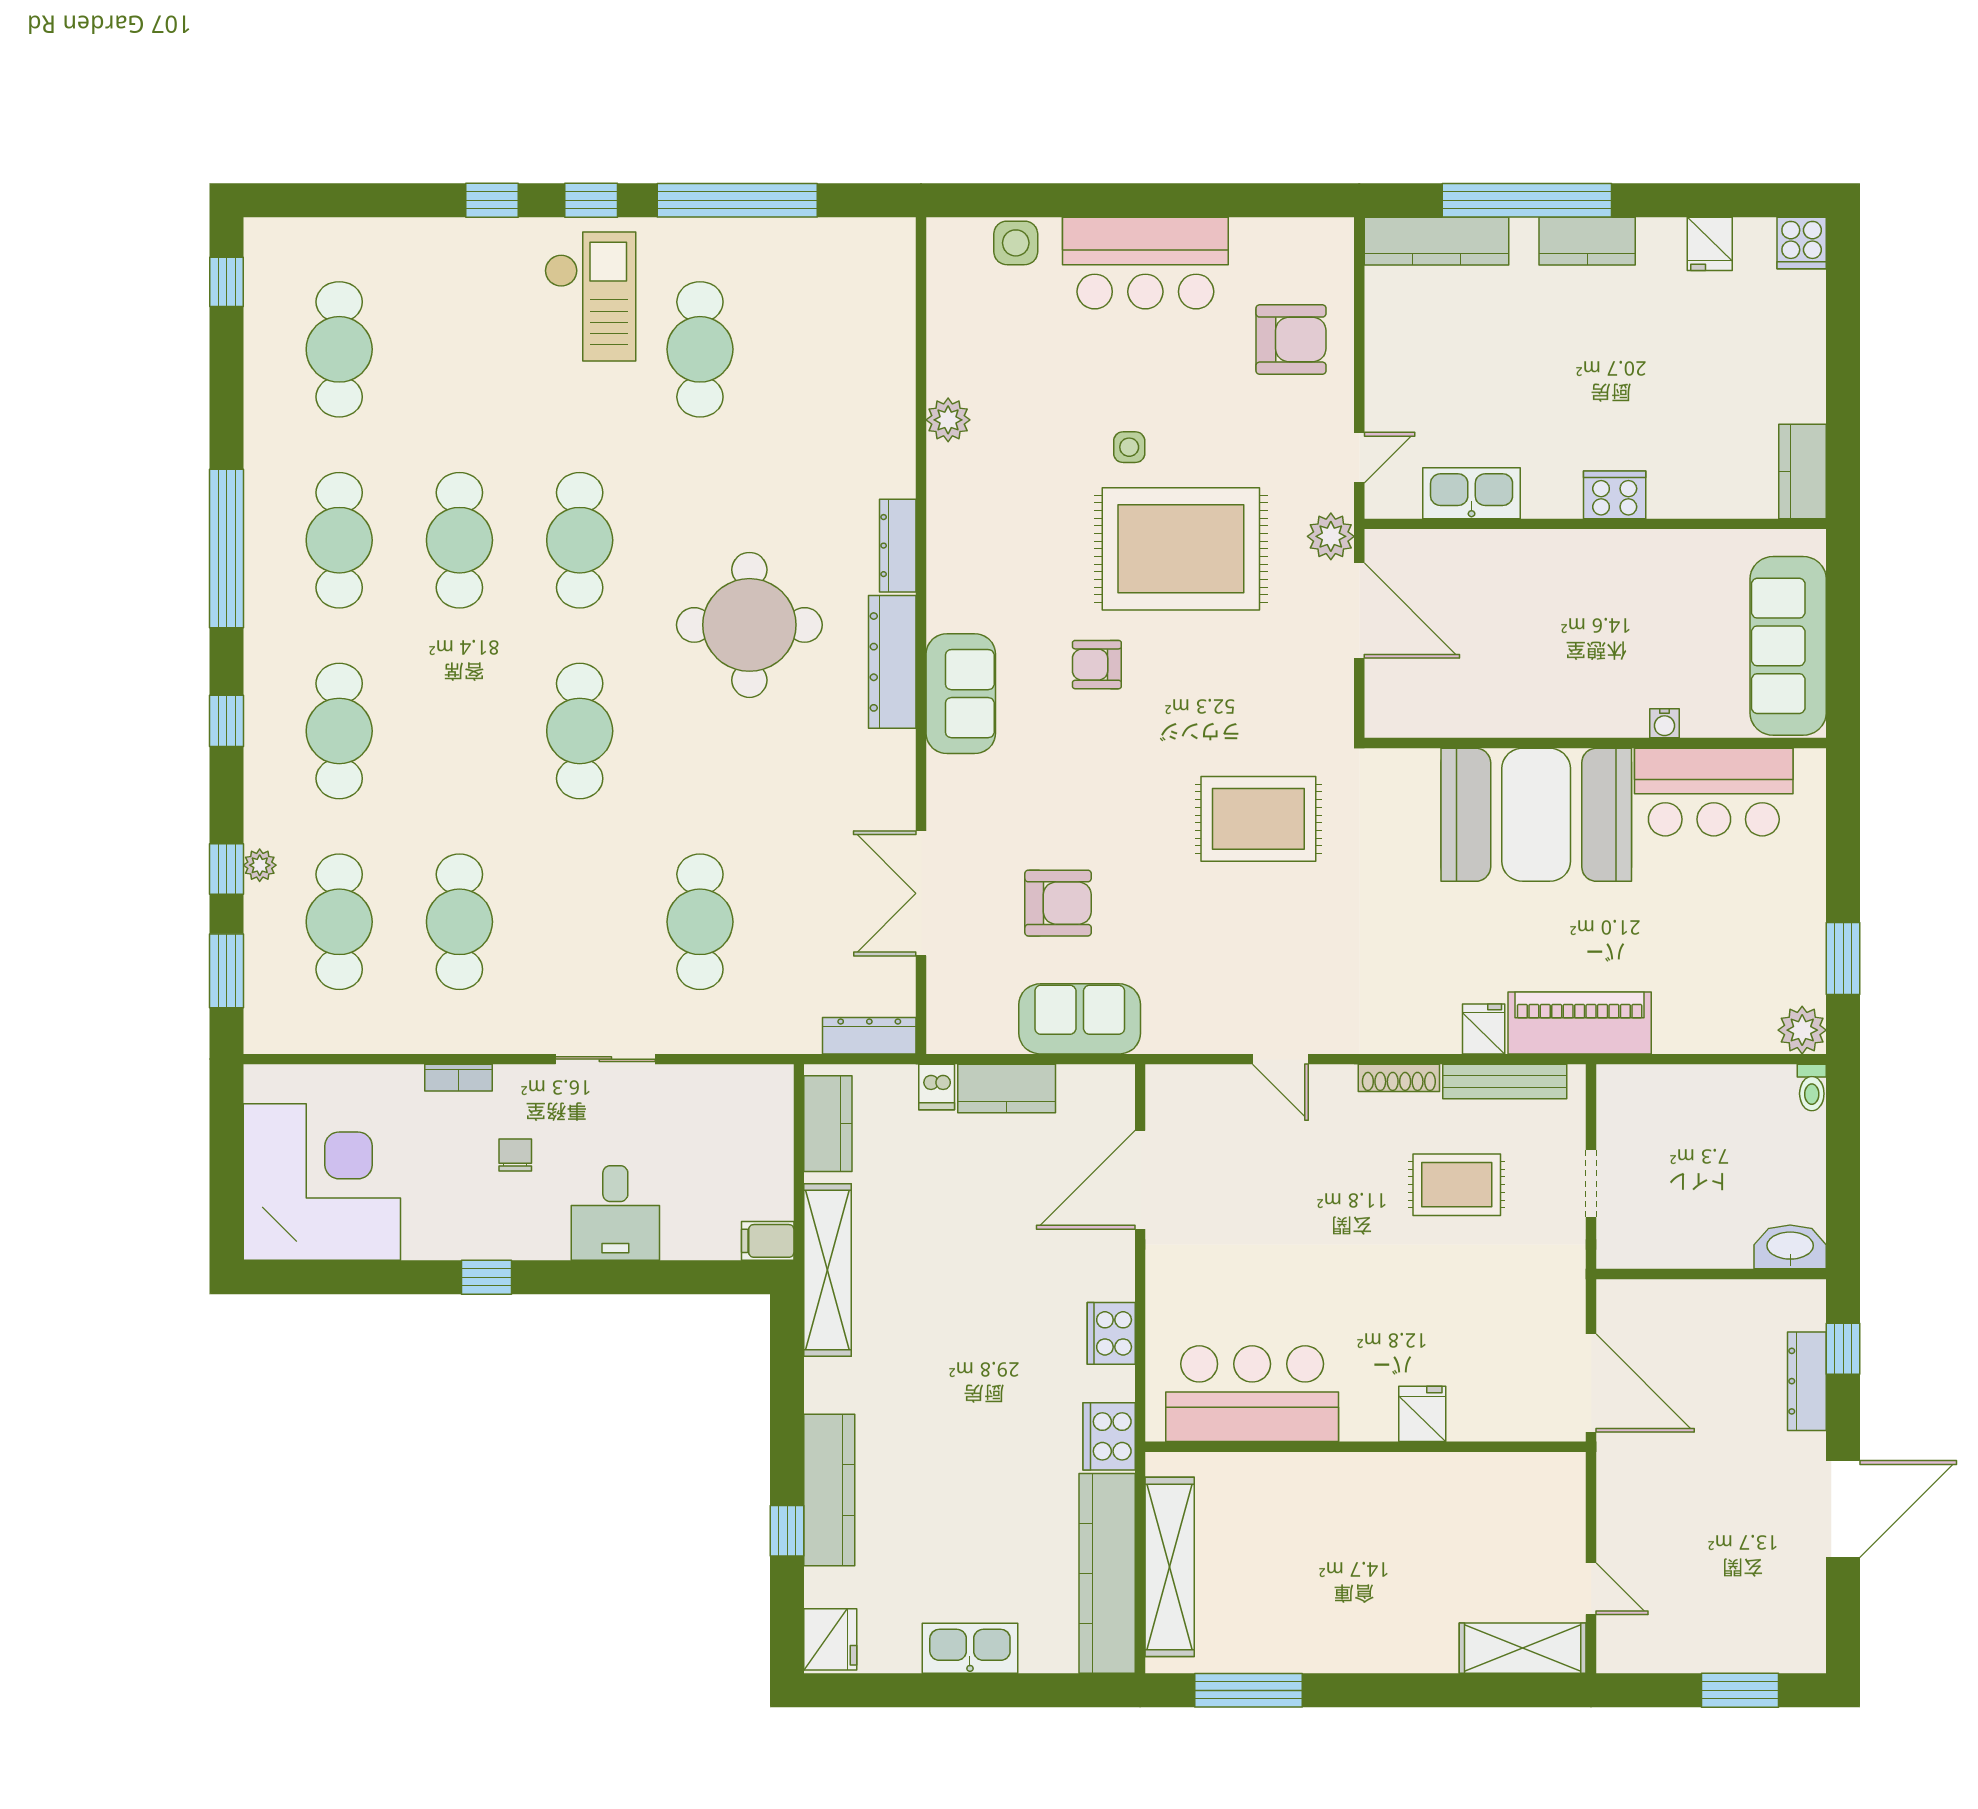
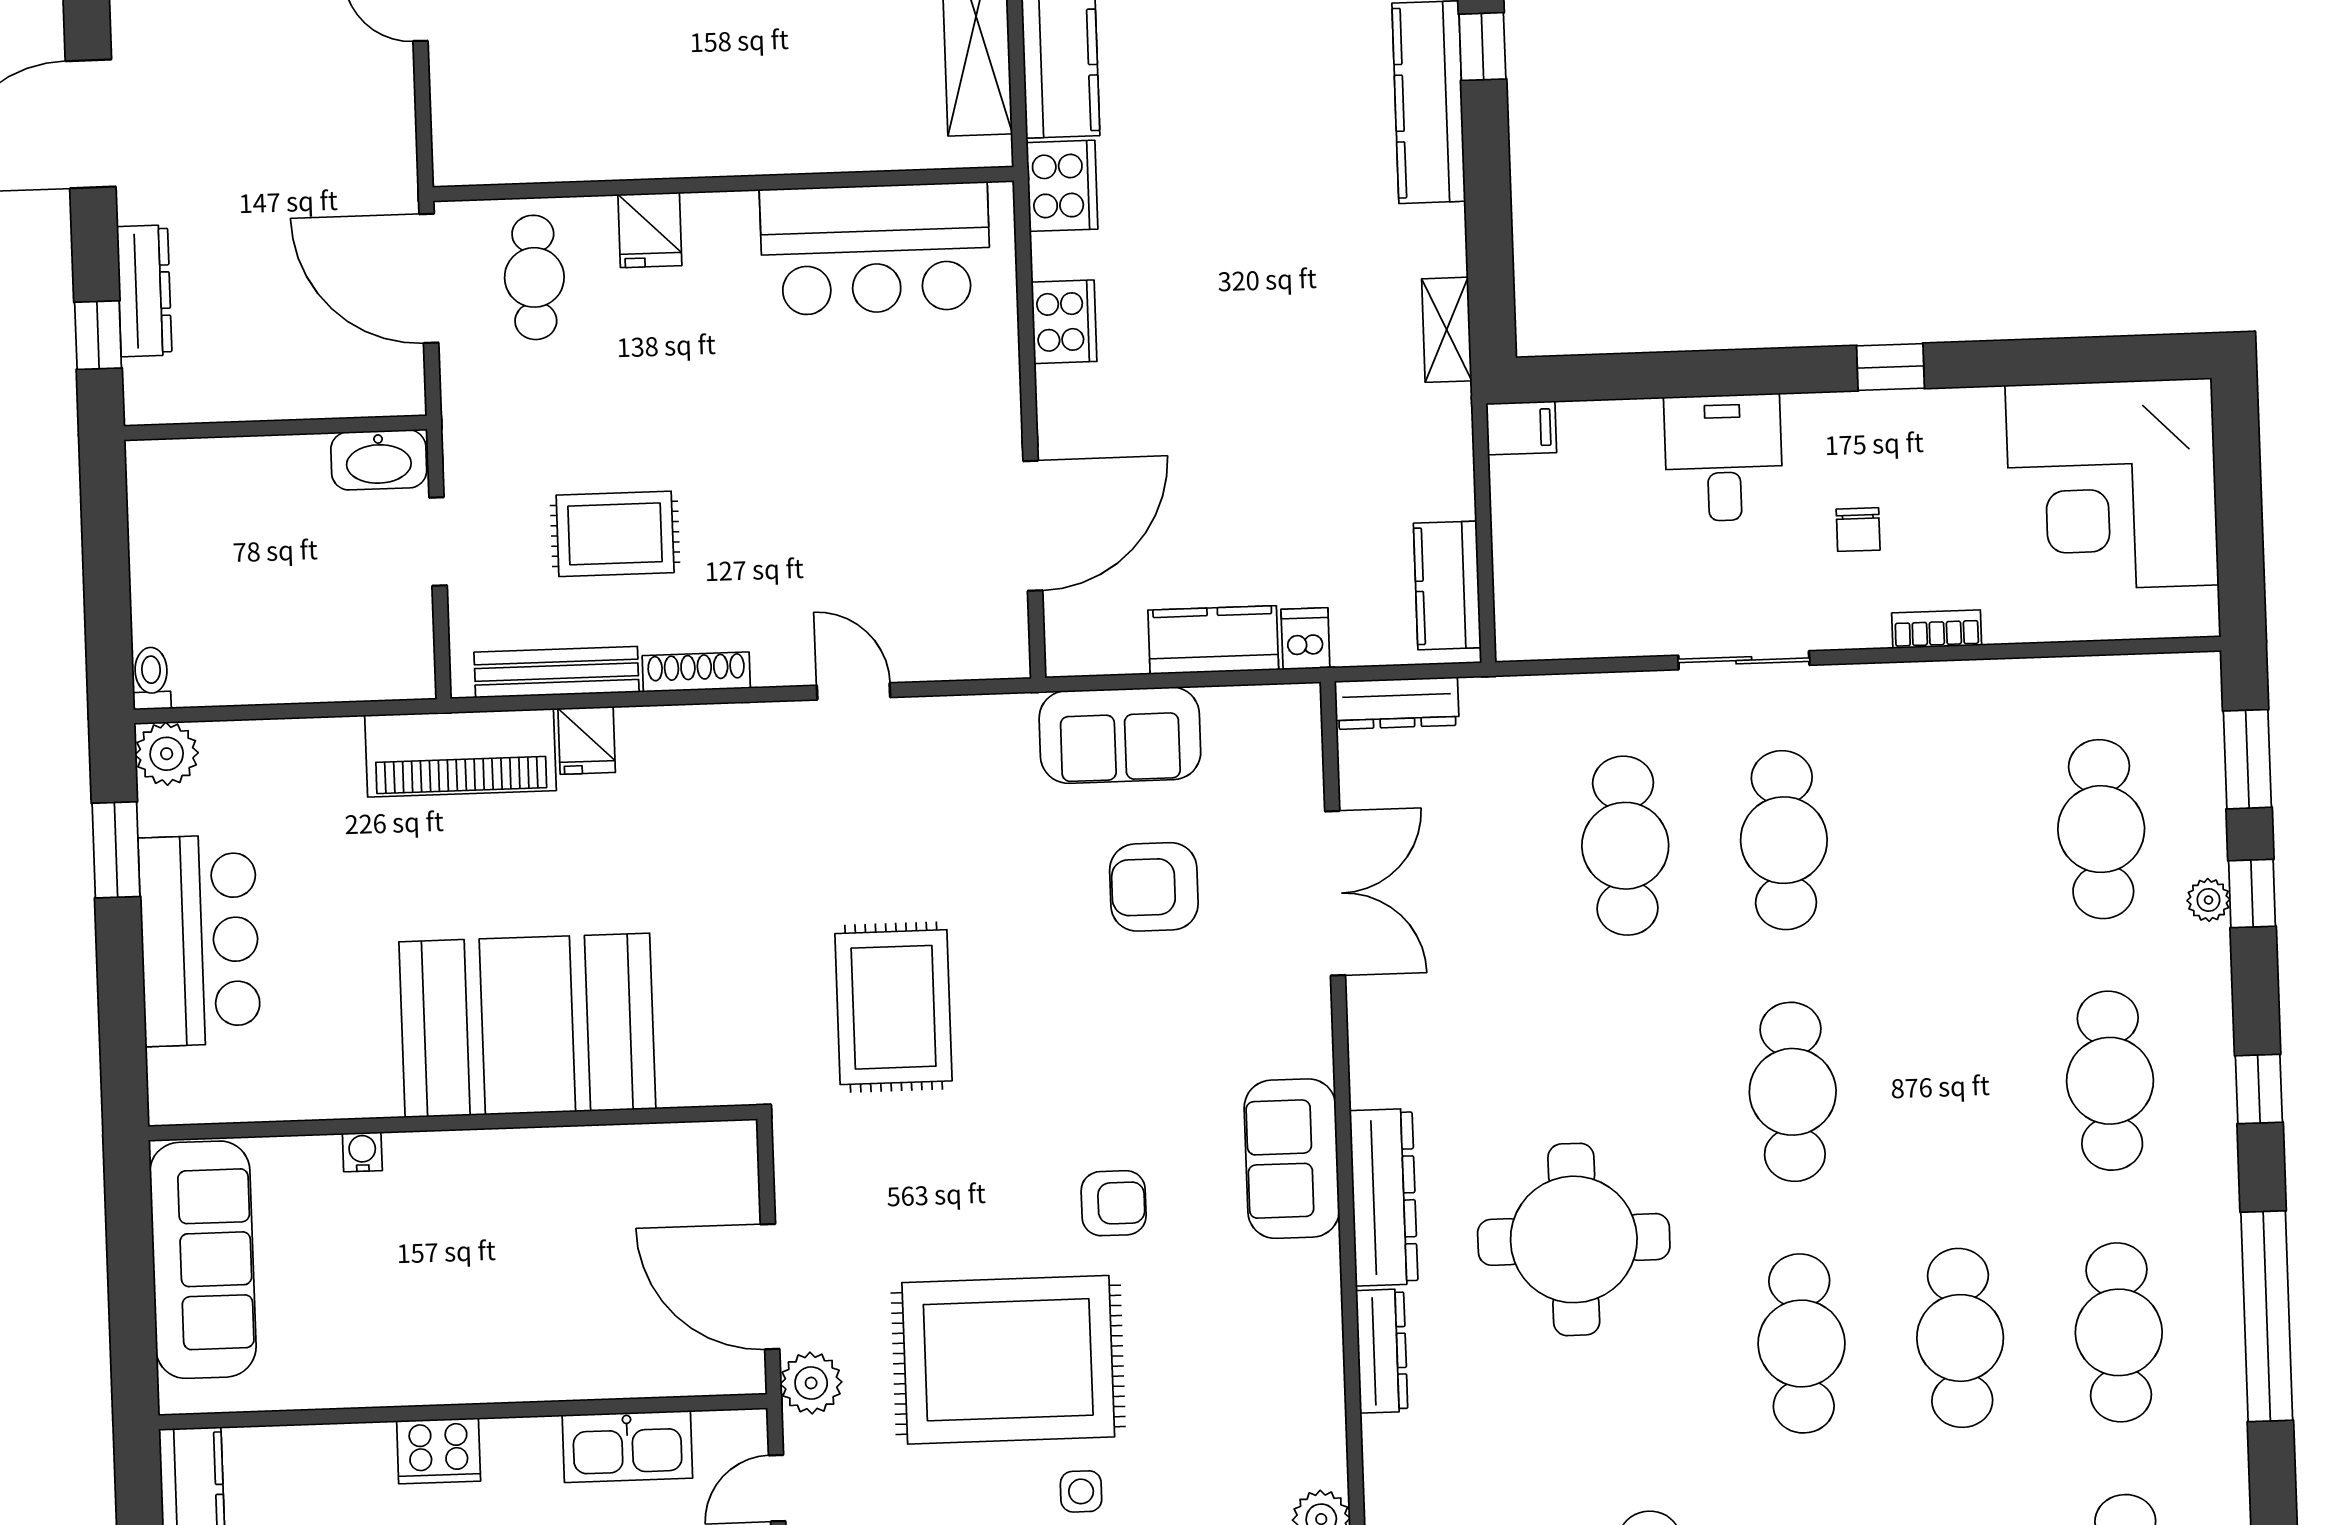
bar counter: (1714, 792) -> (200, 940), moved, turned 90
rug: (1258, 819) -> (894, 1007), turned 90
cafe table: (459, 922) -> (1784, 840), moved
washbasin: (1790, 1247) -> (379, 460), moved
shelving: (827, 1270) -> (1447, 330), width x0.45, depth x0.75
cafe table: (1511, 1381) -> (534, 277), added

